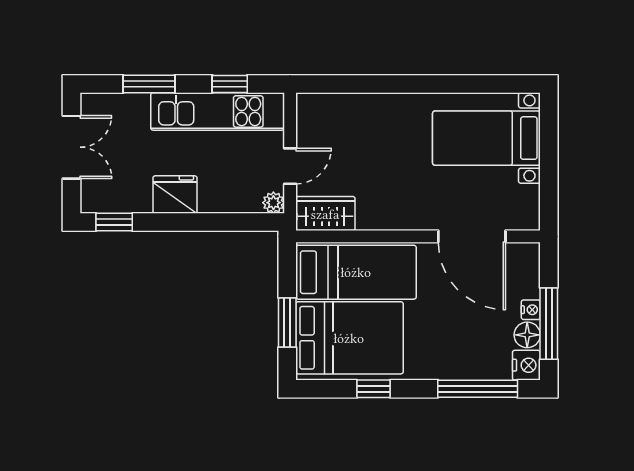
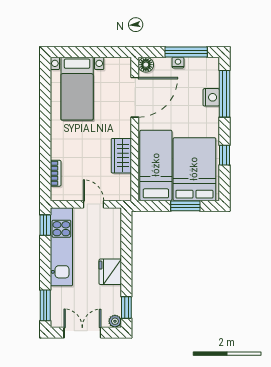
window: (149, 84) -> (45, 305), moved
window: (230, 84) -> (45, 225), moved
bookcase: (343, 102) -> (56, 173), added
plant: (273, 203) -> (115, 321), moved
wardrobe: (325, 214) -> (121, 156), moved
floor lamp: (527, 335) -> (146, 65), moved
nightstand: (526, 365) -> (211, 97), moved, turned 90

